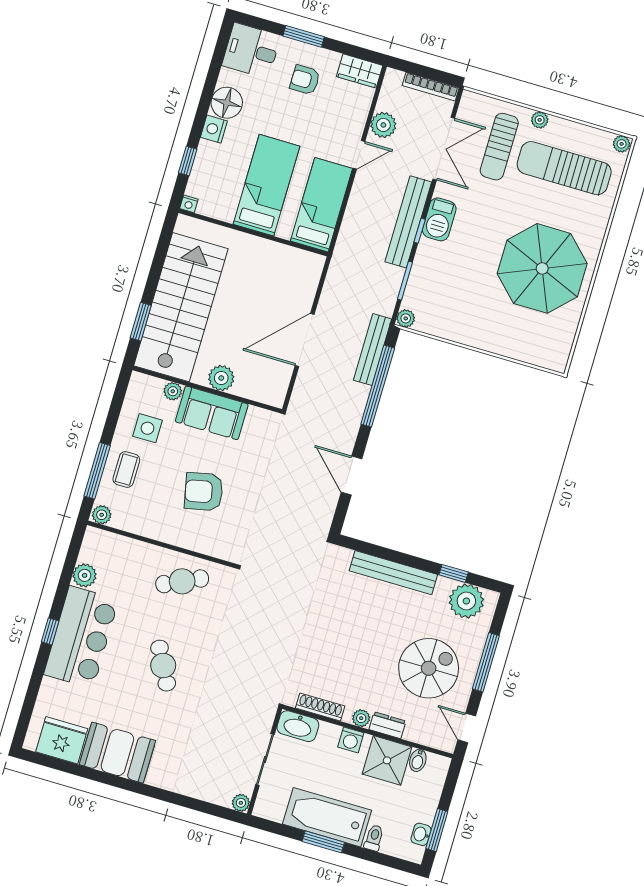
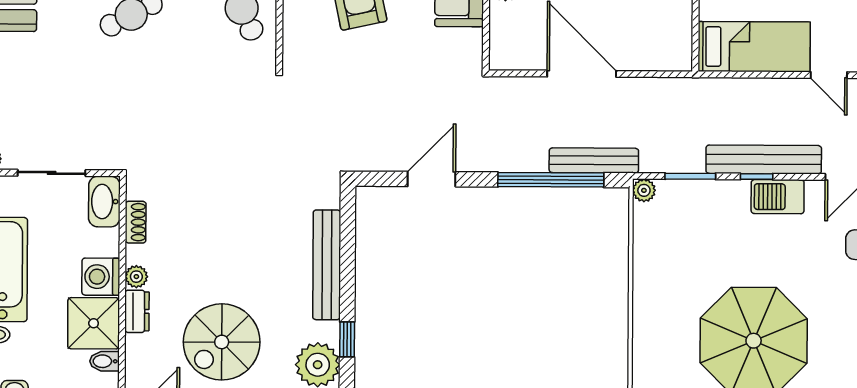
spiral stairs: (429, 668) -> (222, 342), turned 90
shoe rack: (320, 707) -> (136, 222), width x0.70
washing machine: (351, 740) -> (101, 277), width x1.38, depth x1.38

